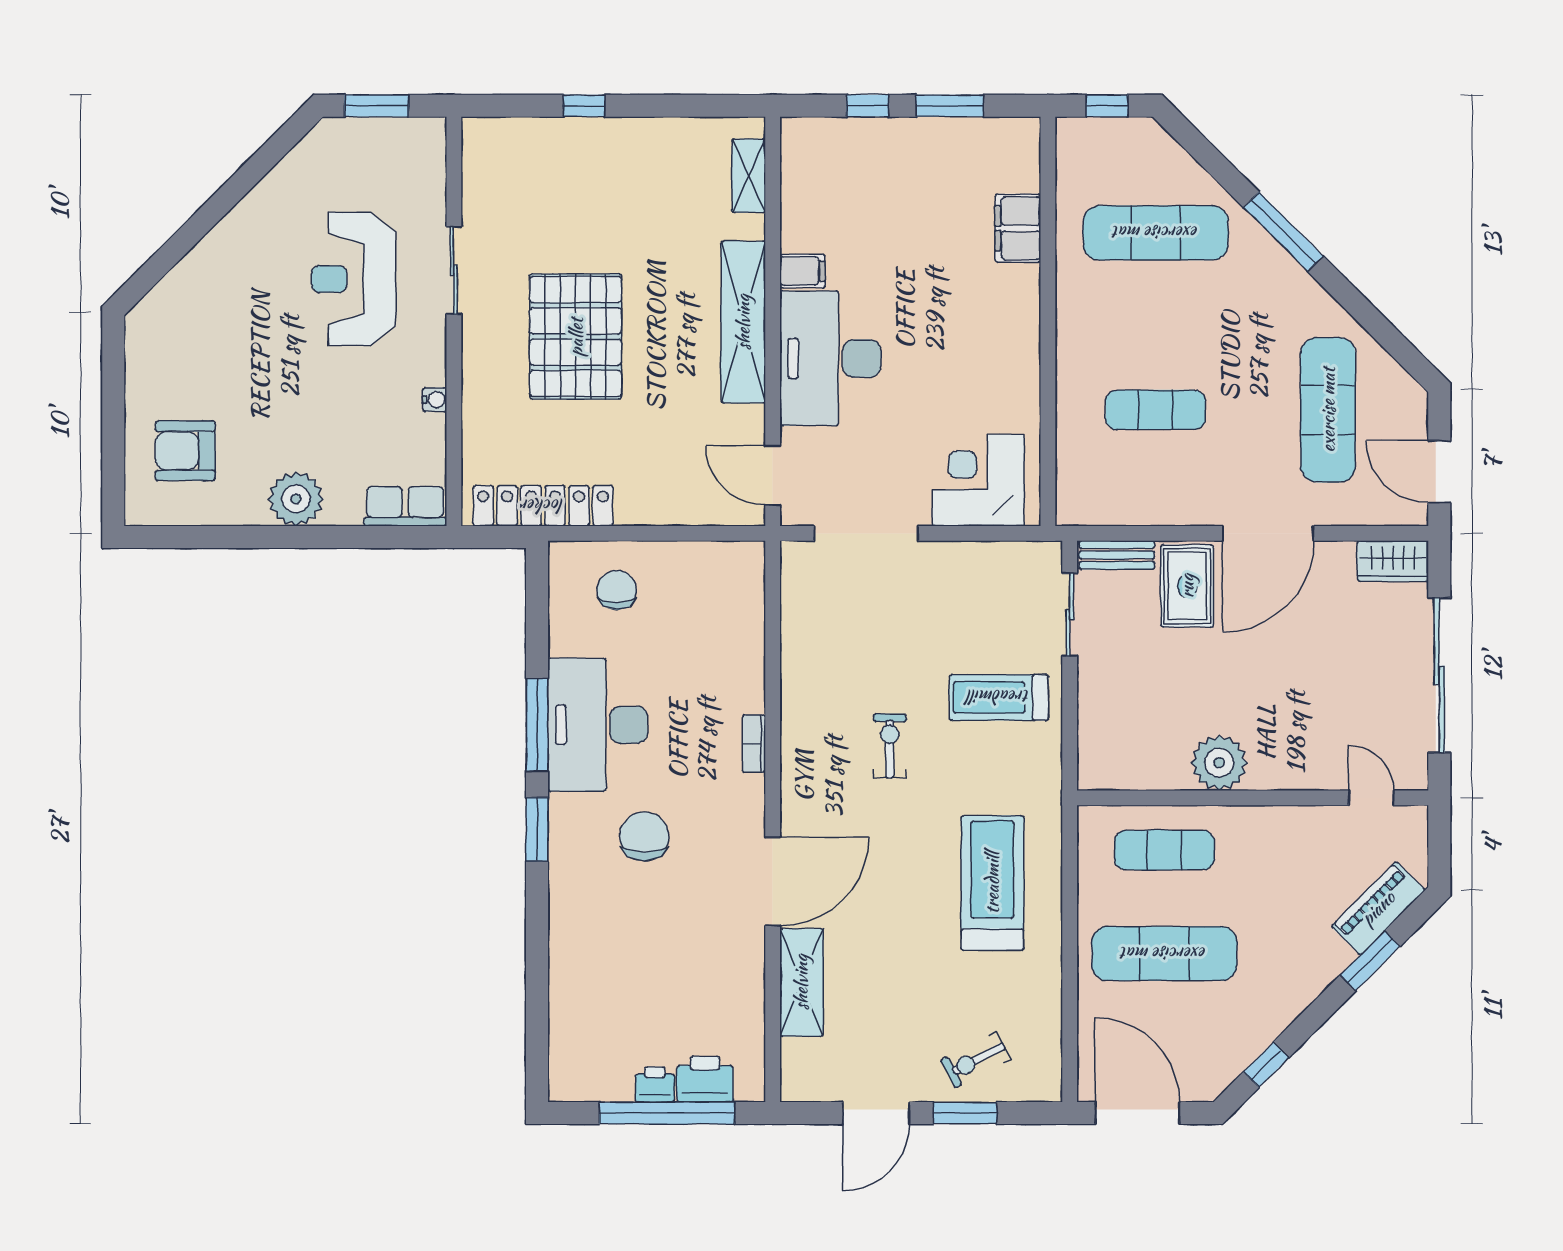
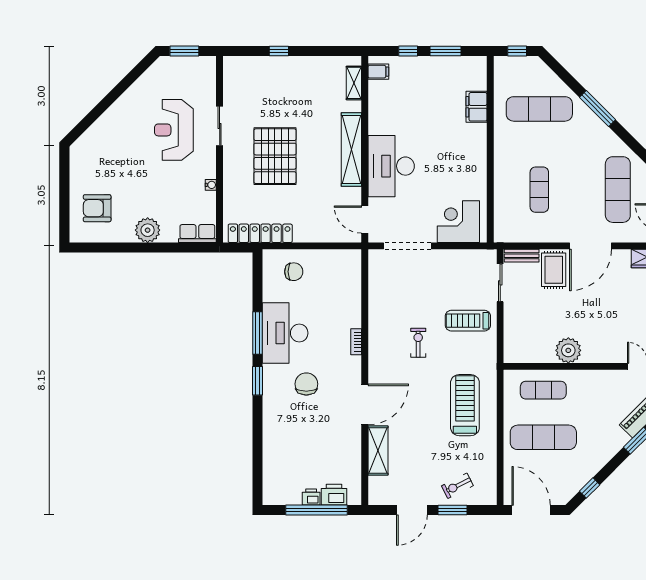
filing cabinet: (802, 271) -> (378, 72), moved
exercise mat: (1156, 410) -> (539, 190), turned 90
chair: (617, 590) -> (294, 272), turned 90

